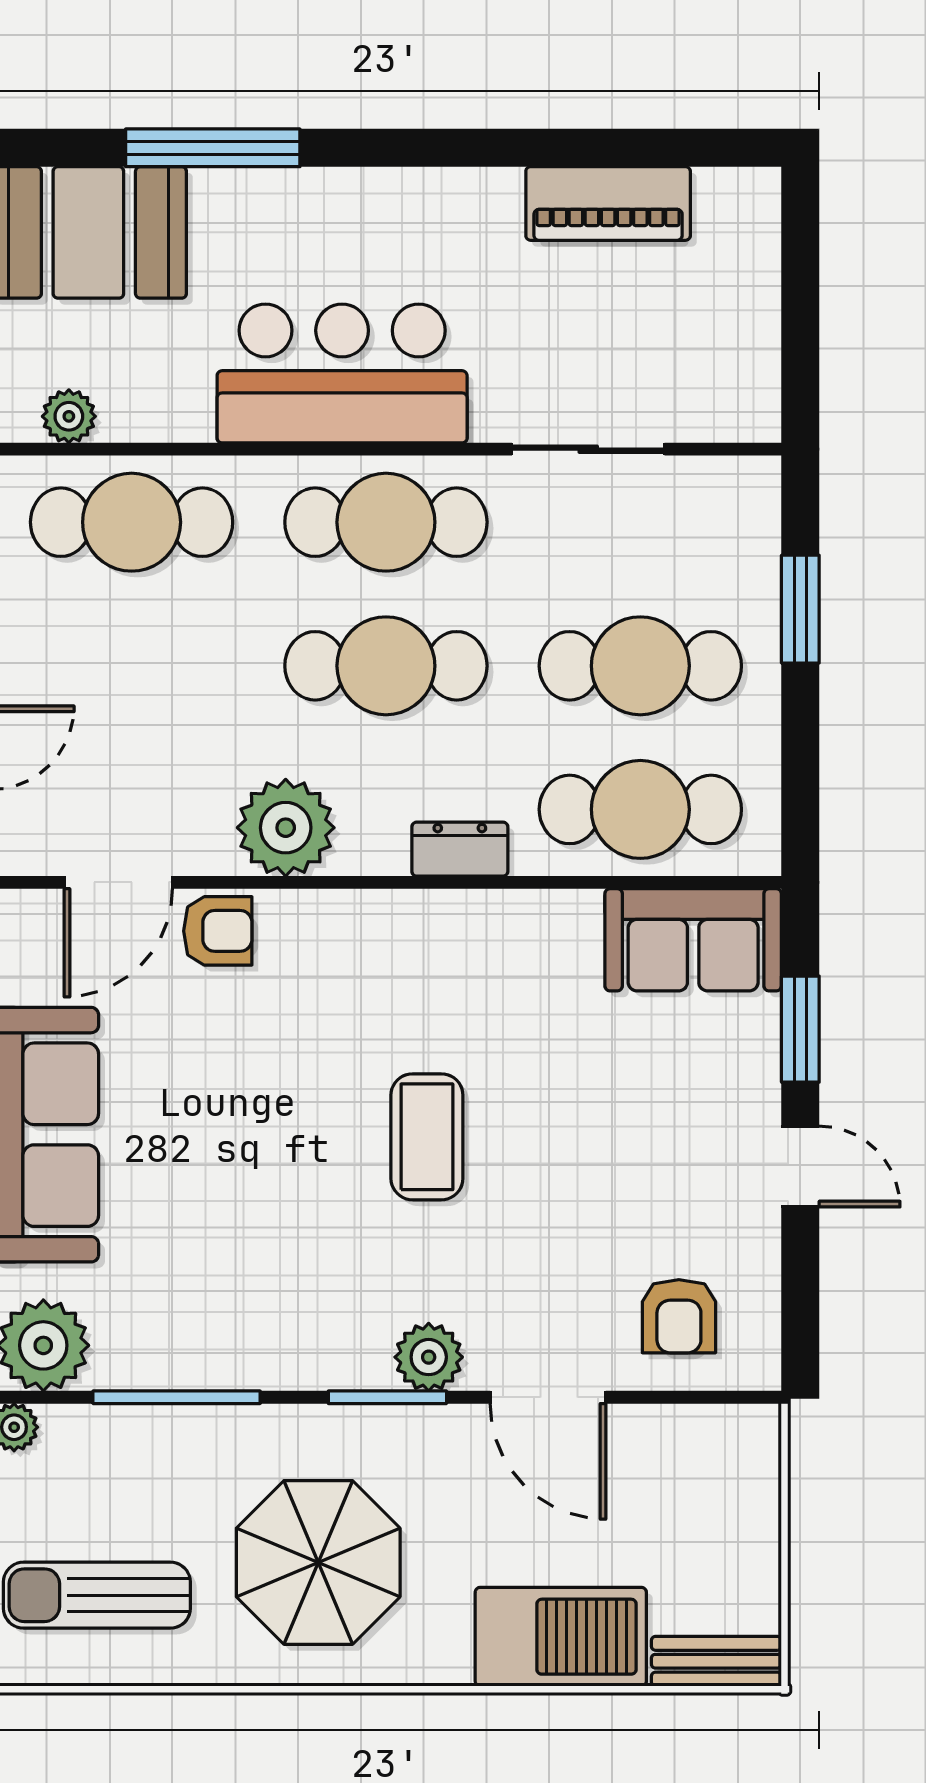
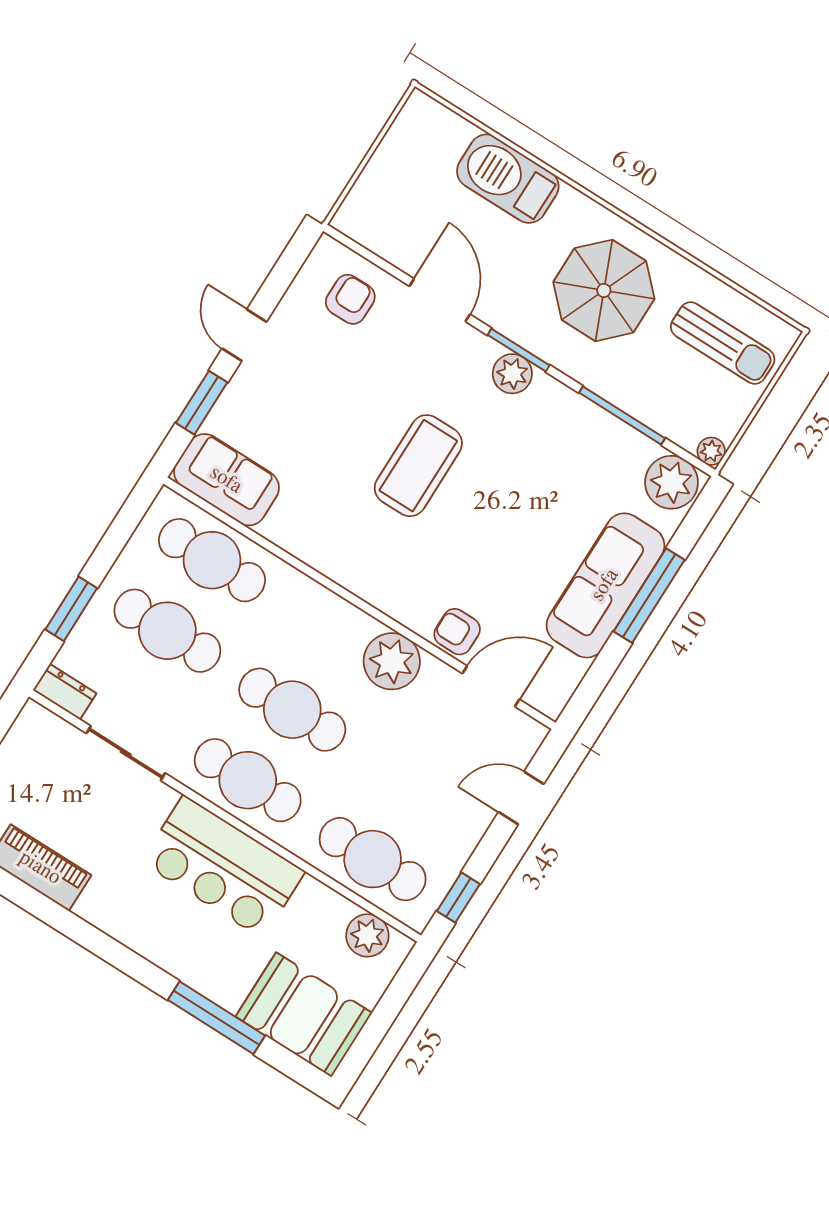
plant: (69, 416) -> (367, 935), width x1.38, depth x1.38
dresser: (460, 849) -> (65, 692), moved, turned 180
coffee table: (427, 1137) -> (418, 466), width x1.36, depth x1.32
plant: (429, 1357) -> (512, 374), moved
bench: (716, 1661) -> (439, 118), removed

